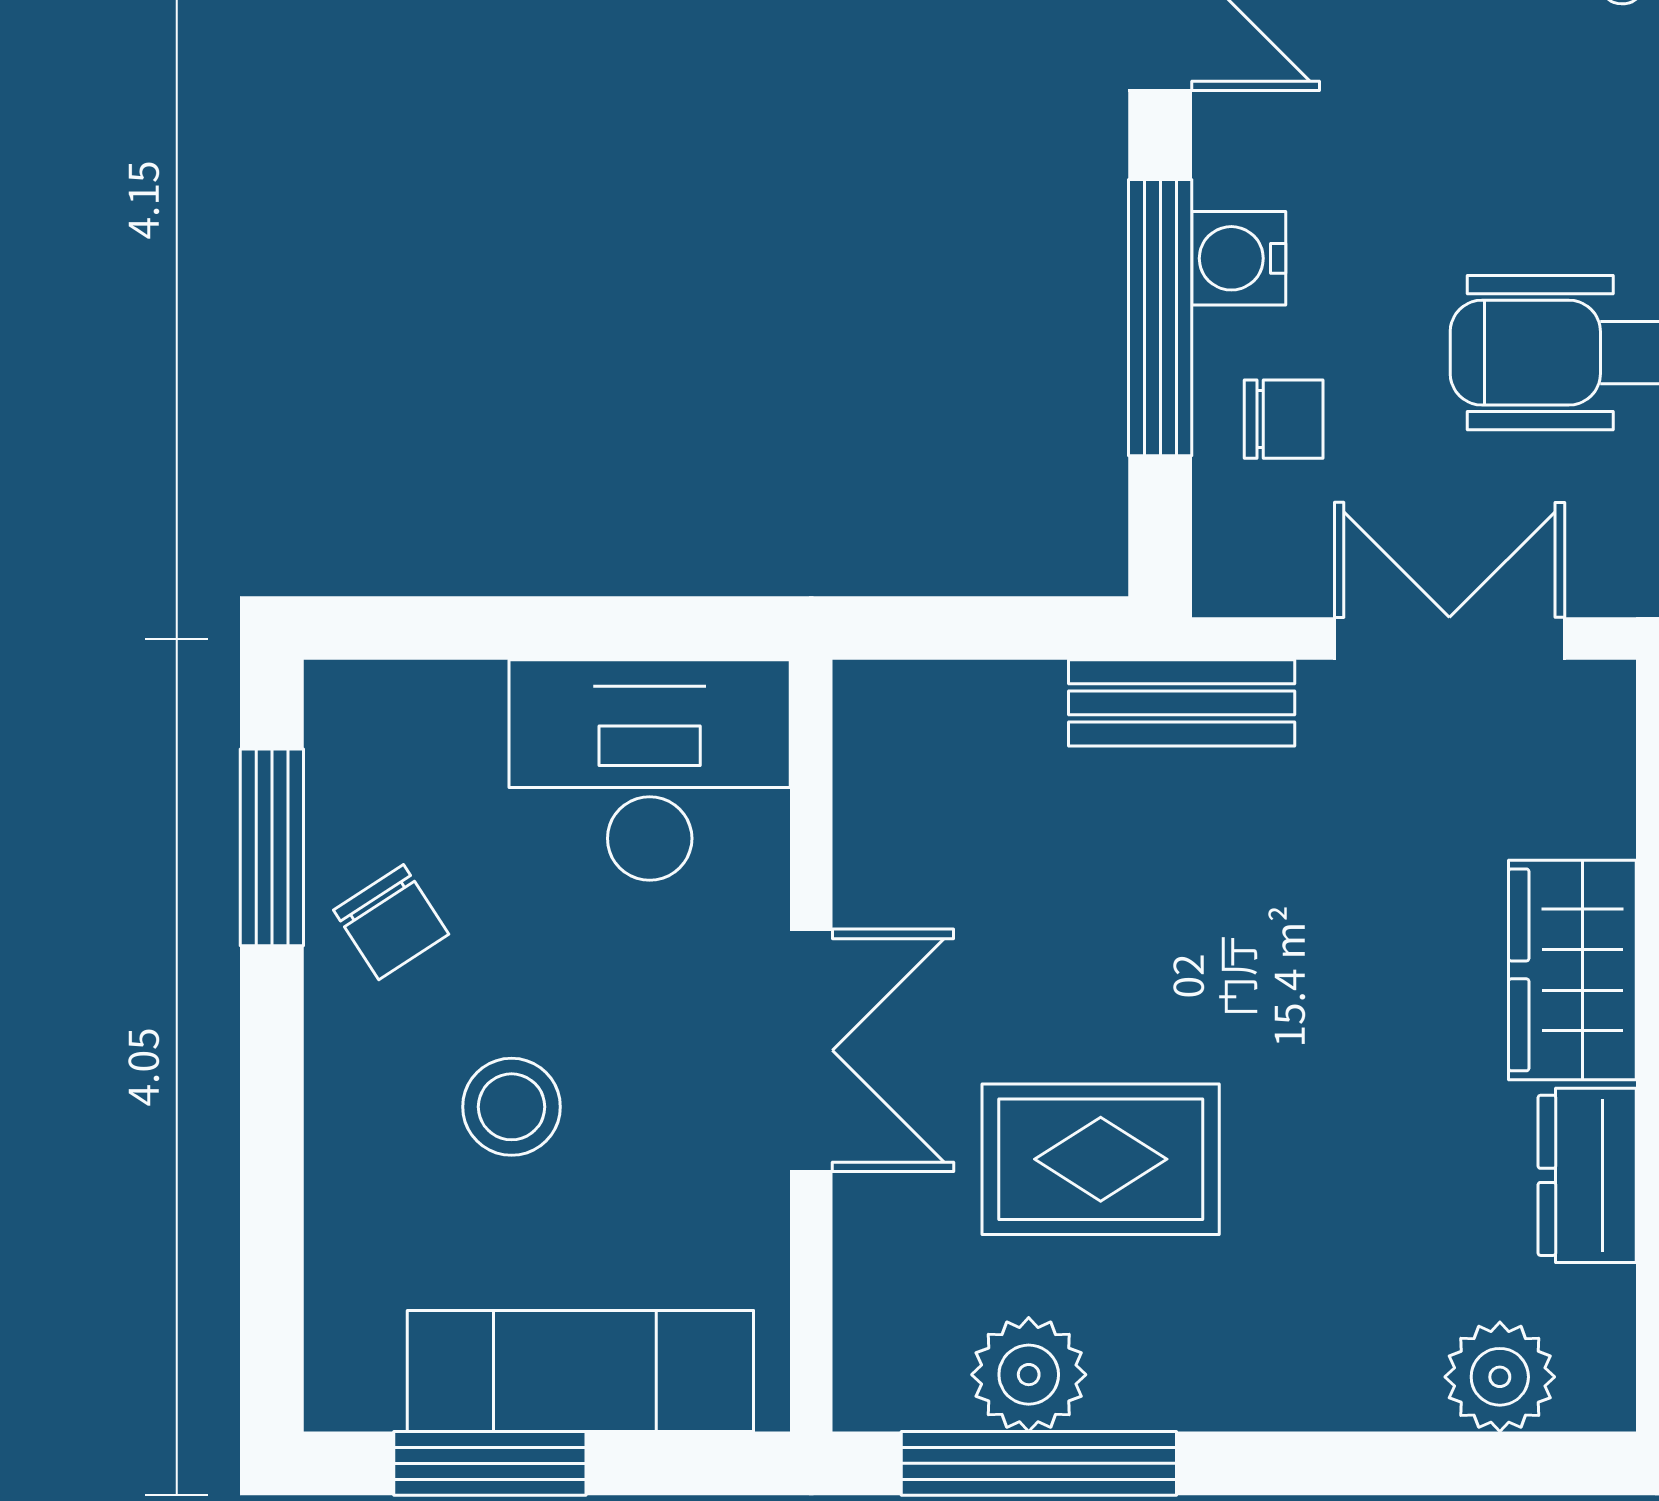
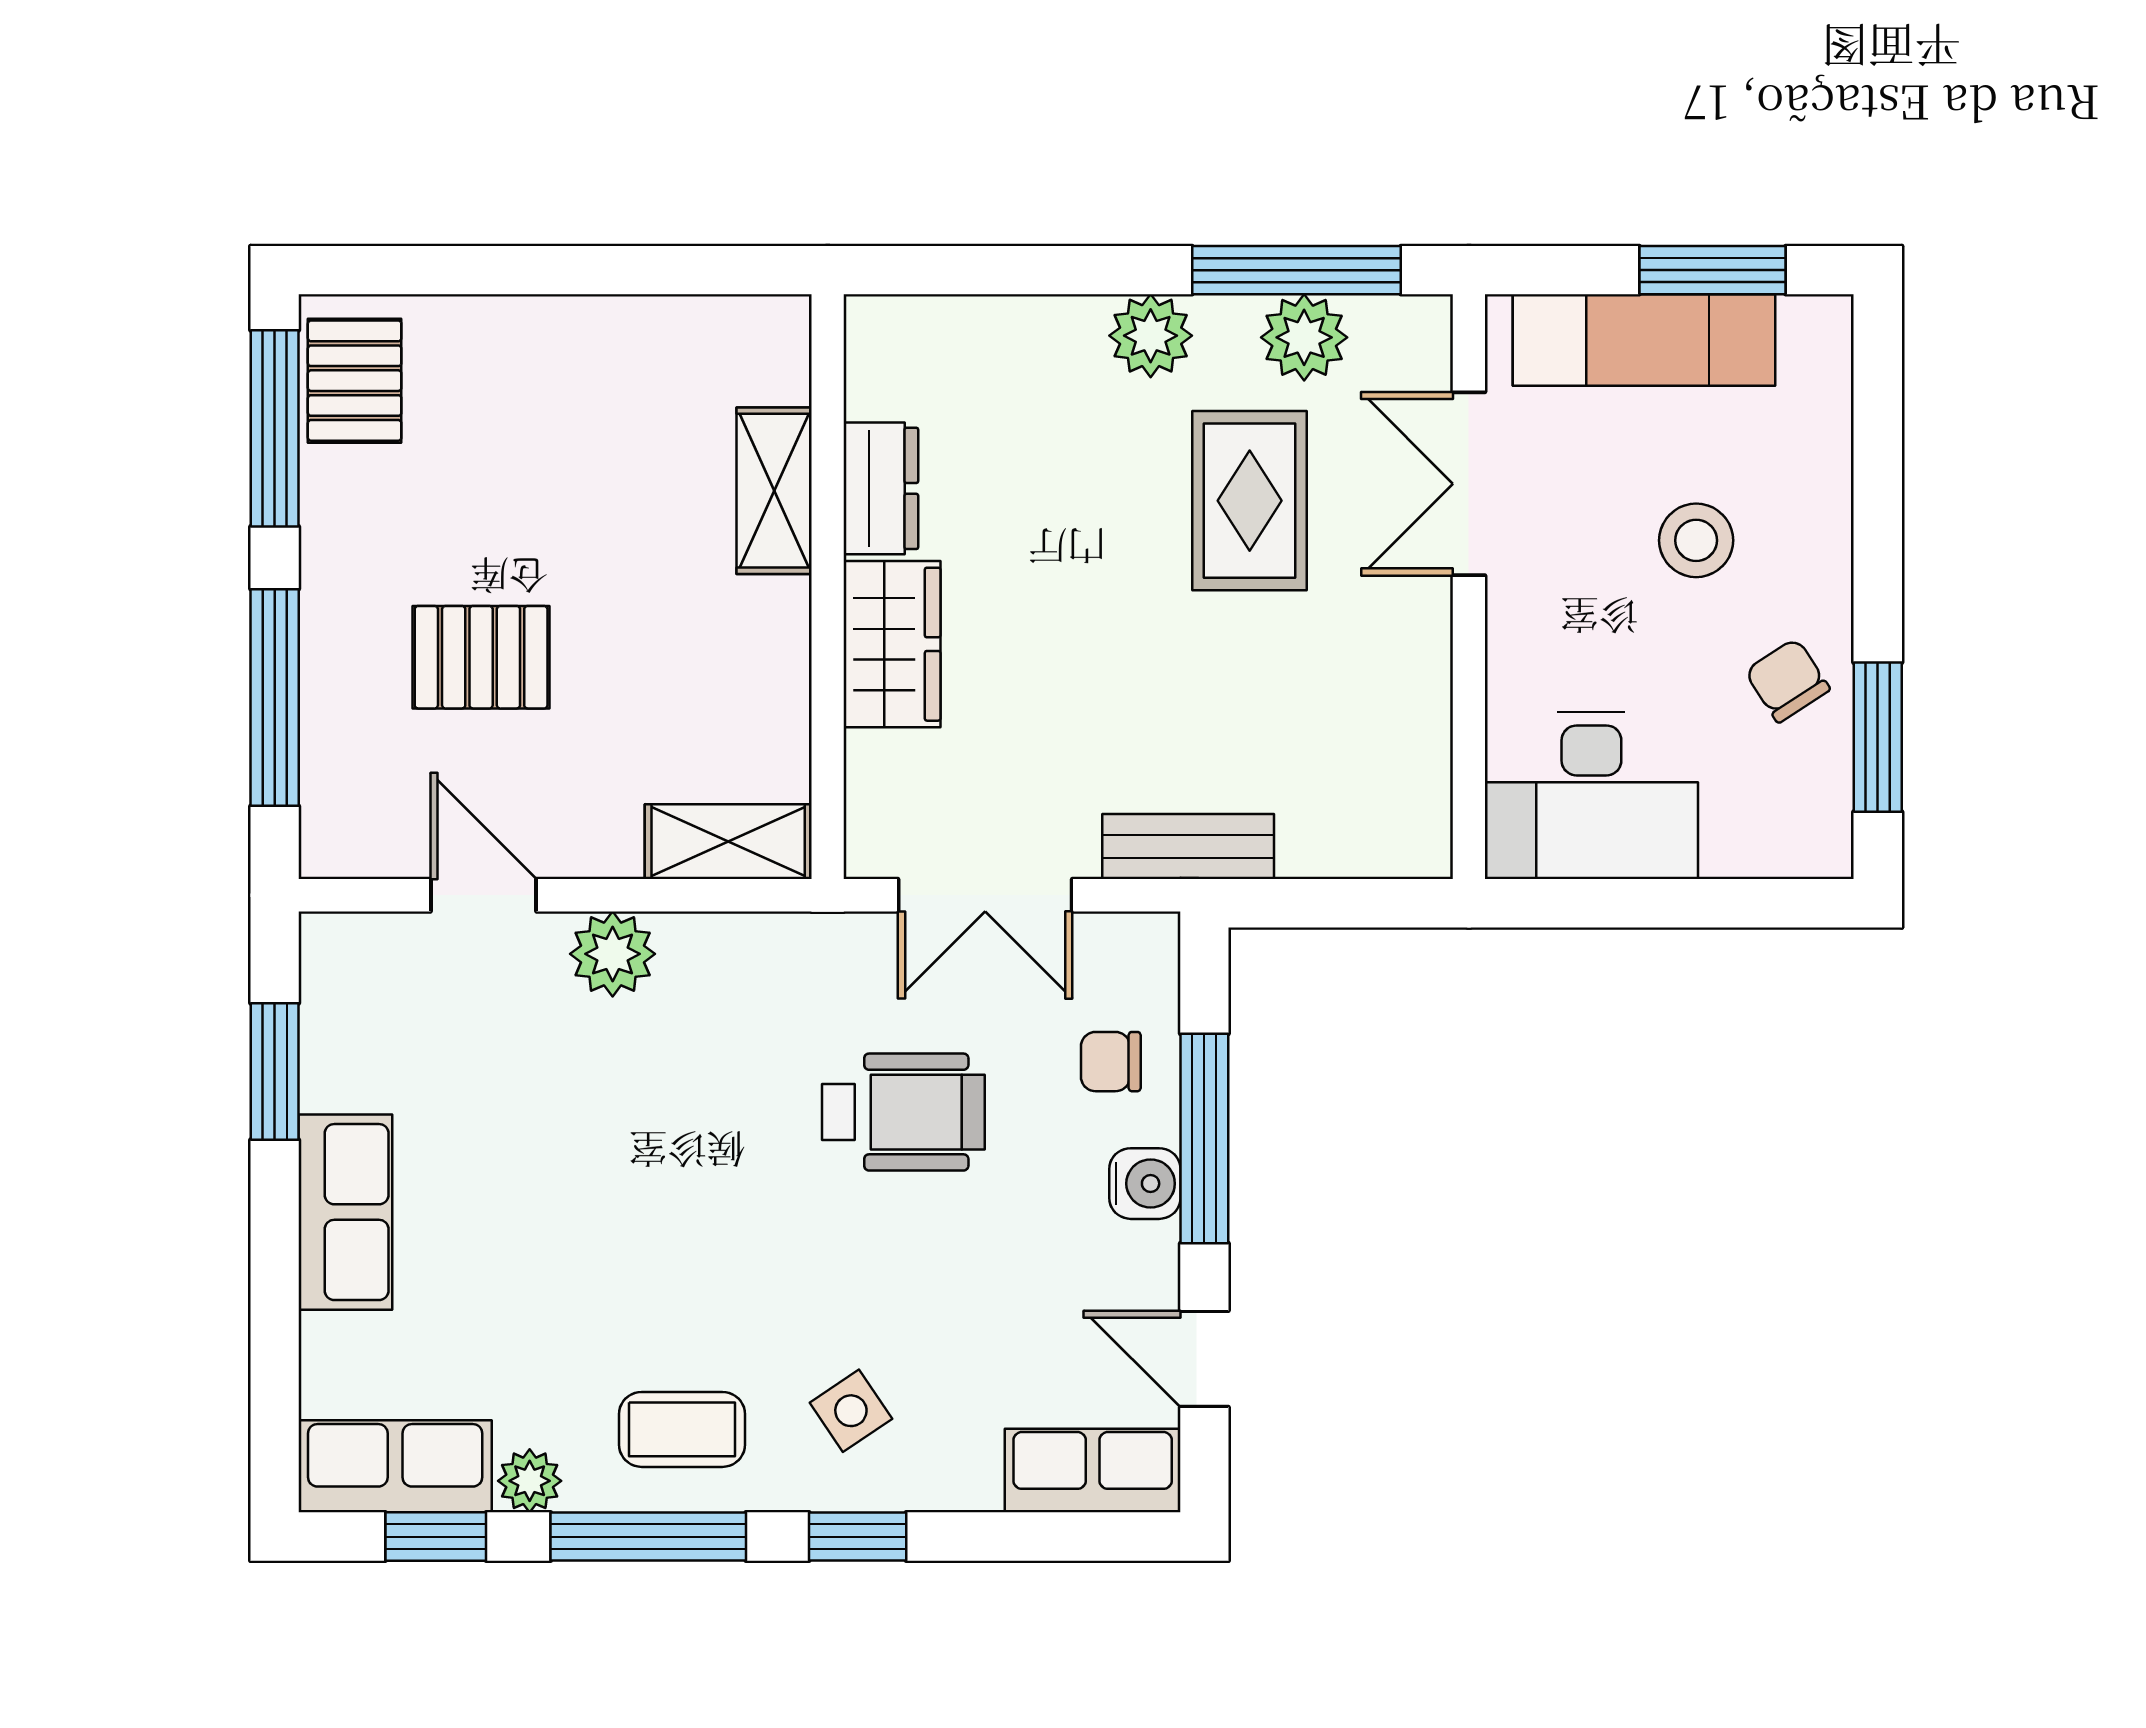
double door: (811, 1050) -> (1469, 484), moved
rug: (1101, 1159) -> (1250, 501), turned 90
plant: (1500, 1377) -> (1151, 336), moved

